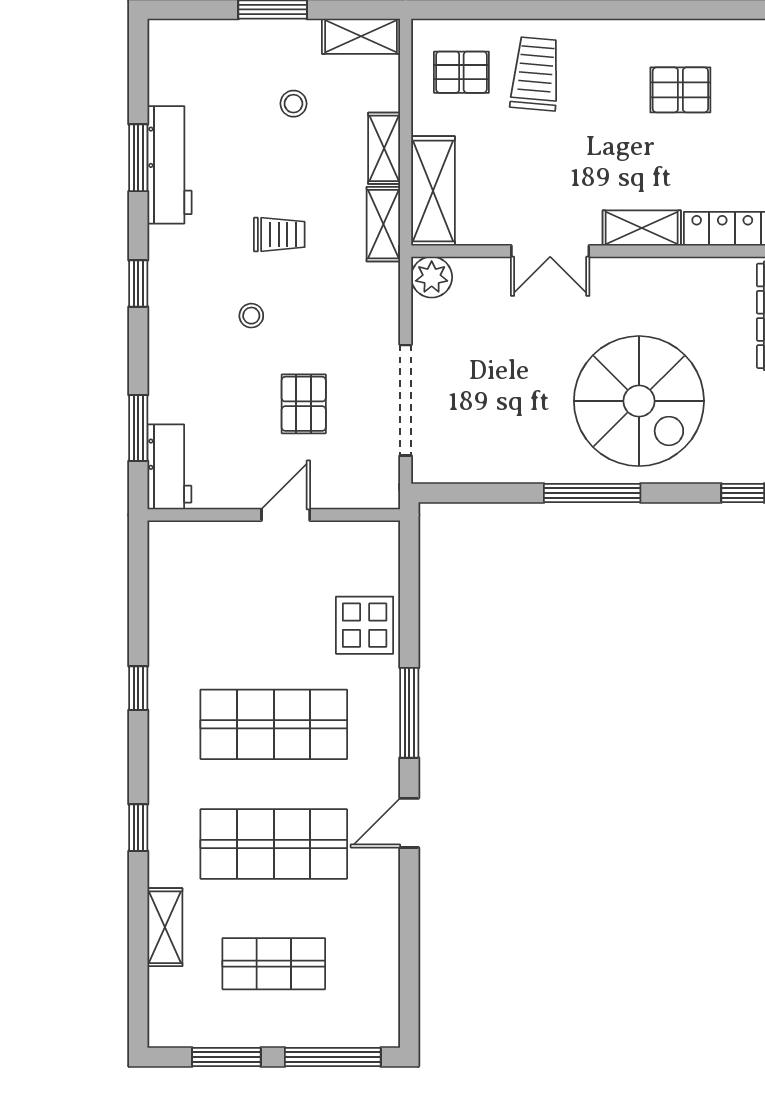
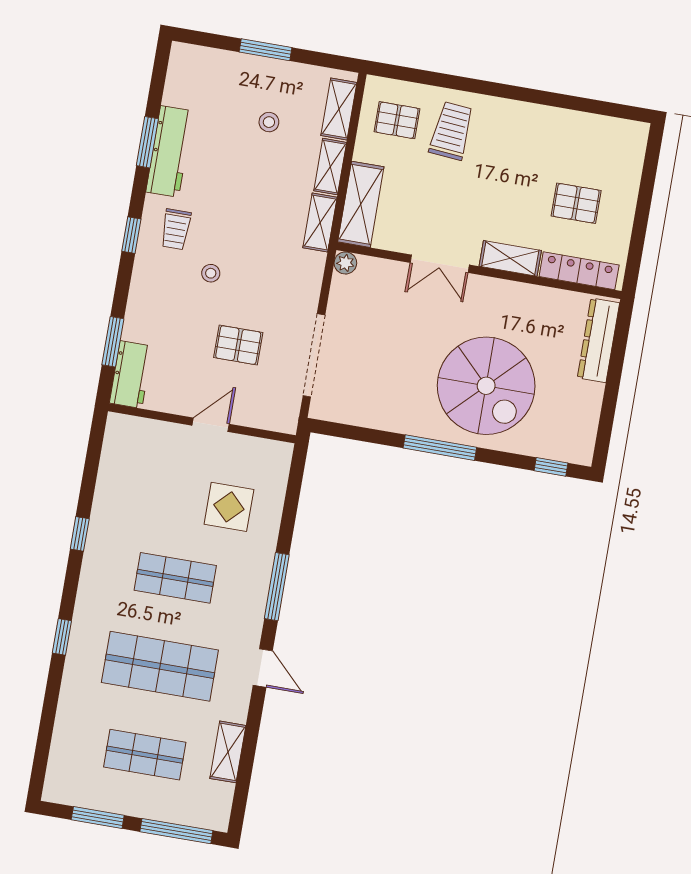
shelving: (361, 36) -> (339, 109), moved, turned 90
pallet: (680, 90) -> (576, 203), moved
trolley: (279, 234) -> (176, 229), moved, turned 90
plant: (432, 277) -> (345, 263), width x0.73, depth x0.73
pallet: (304, 404) -> (238, 345), turned 90
display table: (365, 625) -> (229, 507), moved
shop shelf: (274, 724) -> (175, 578), width x0.70, depth x0.74
door: (409, 823) -> (263, 668), swing flipped
shelving: (165, 927) -> (228, 752), moved

